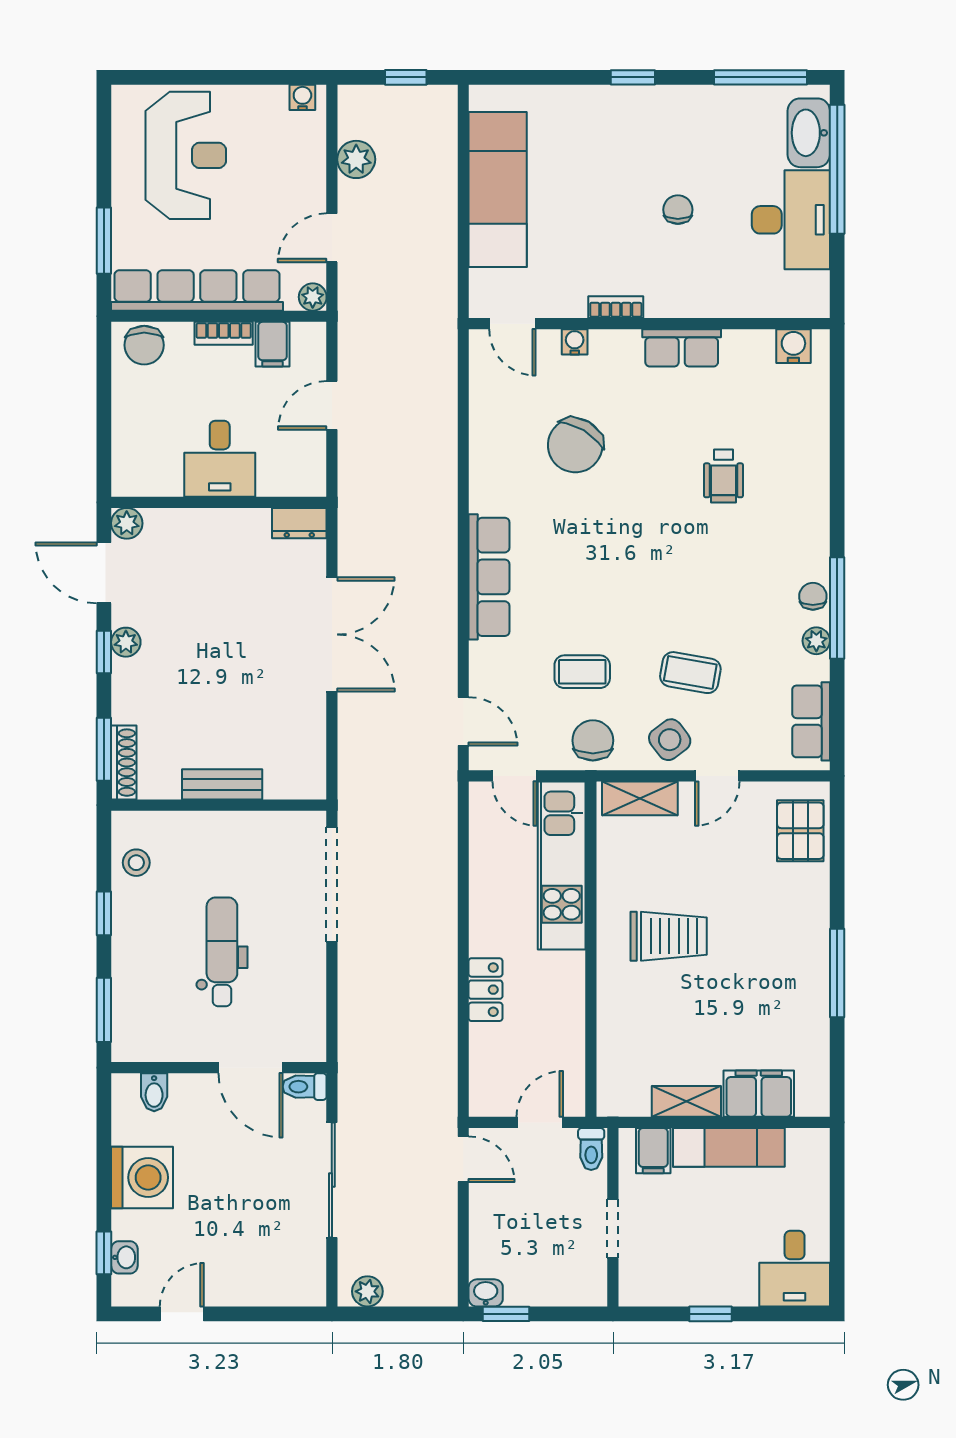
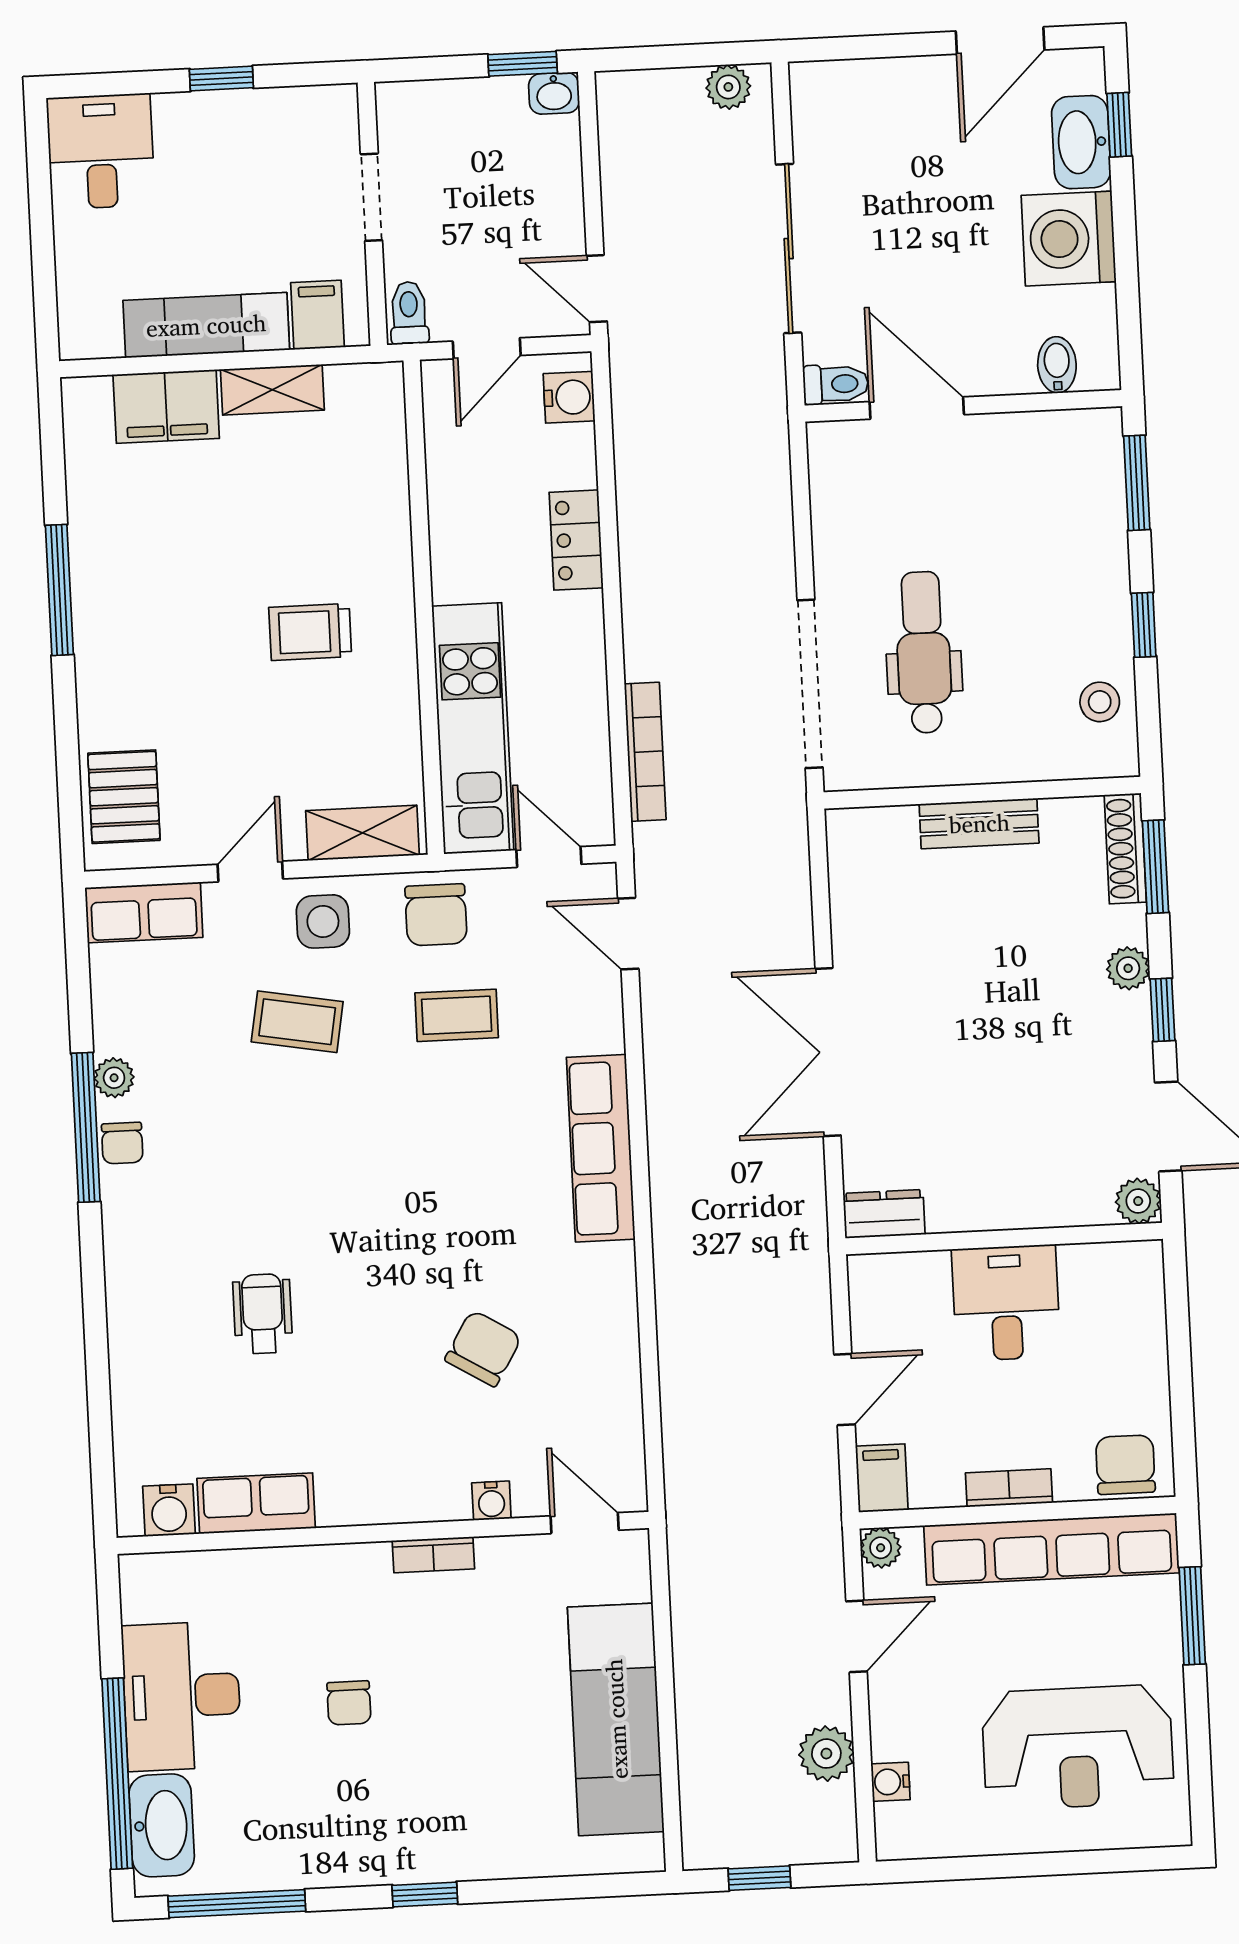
water cooler: (302, 97) -> (891, 1782), moved, turned 90
reception desk: (186, 155) -> (1078, 1747), turned -90
filing cabinet: (272, 344) -> (882, 1478), moved
row of seats: (682, 348) -> (256, 1503), moved
chair: (575, 445) -> (483, 1348), width x0.73, depth x0.73
plant: (126, 642) -> (1128, 968), moved
row of seats: (811, 721) -> (144, 913), moved, turned 90
side table: (670, 740) -> (323, 921), turned 37
bookcase: (446, 844) -> (645, 752), added
trolley: (669, 936) -> (310, 632), width x0.73, depth x0.72
dental chair: (222, 952) -> (924, 652), moved, turned 180
water cooler: (486, 1087) -> (569, 397), added
washbasin: (124, 1257) -> (1081, 142), width x1.91, depth x1.45
door: (182, 1314) -> (1000, 40), width x1.38

